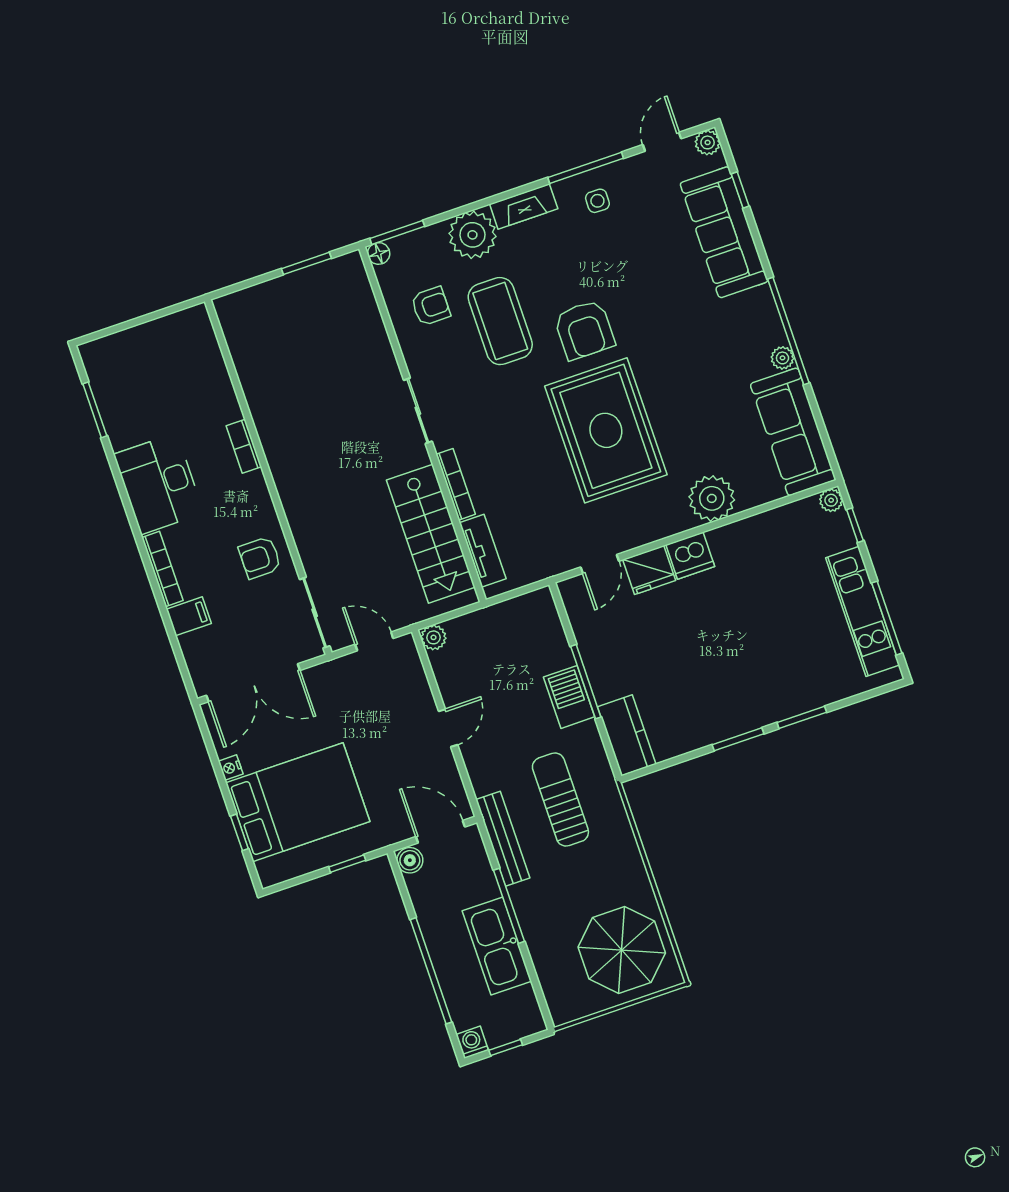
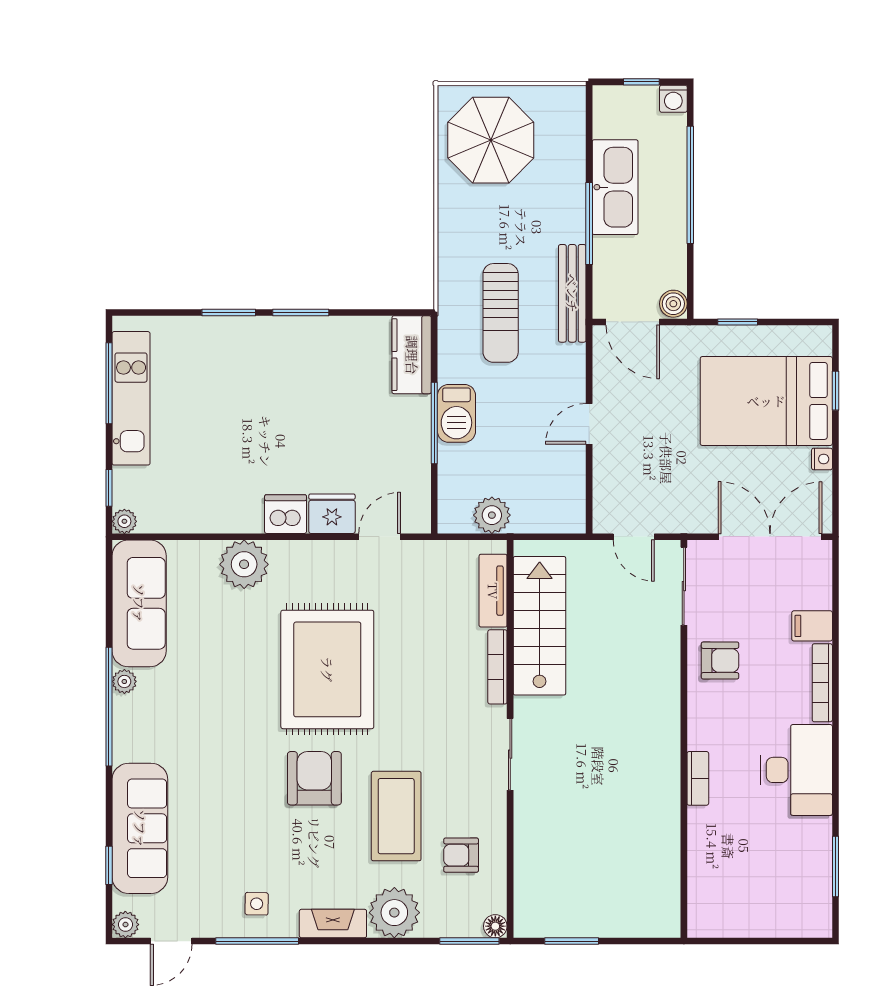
plant: (434, 637) -> (492, 515), moved, width x1.38, depth x1.38

